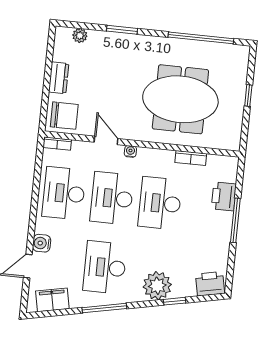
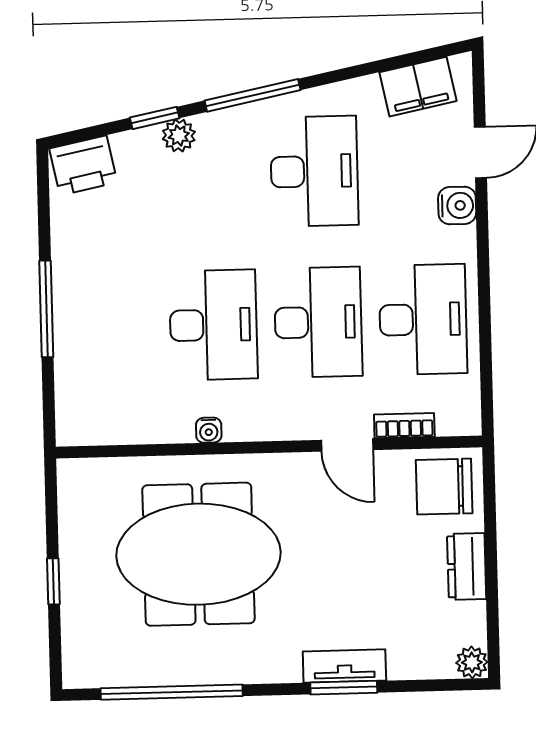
plant: (80, 36) -> (472, 662), moved
tv unit: (120, 40) -> (344, 666), added
bookcase: (57, 144) -> (404, 426), moved
water cooler: (130, 151) -> (209, 430), moved
bookcase: (191, 158) -> (160, 431), removed
printer: (224, 196) -> (78, 357), removed
plant: (157, 286) -> (179, 135), width x0.53, depth x0.53
window: (104, 308) -> (253, 95), moved

